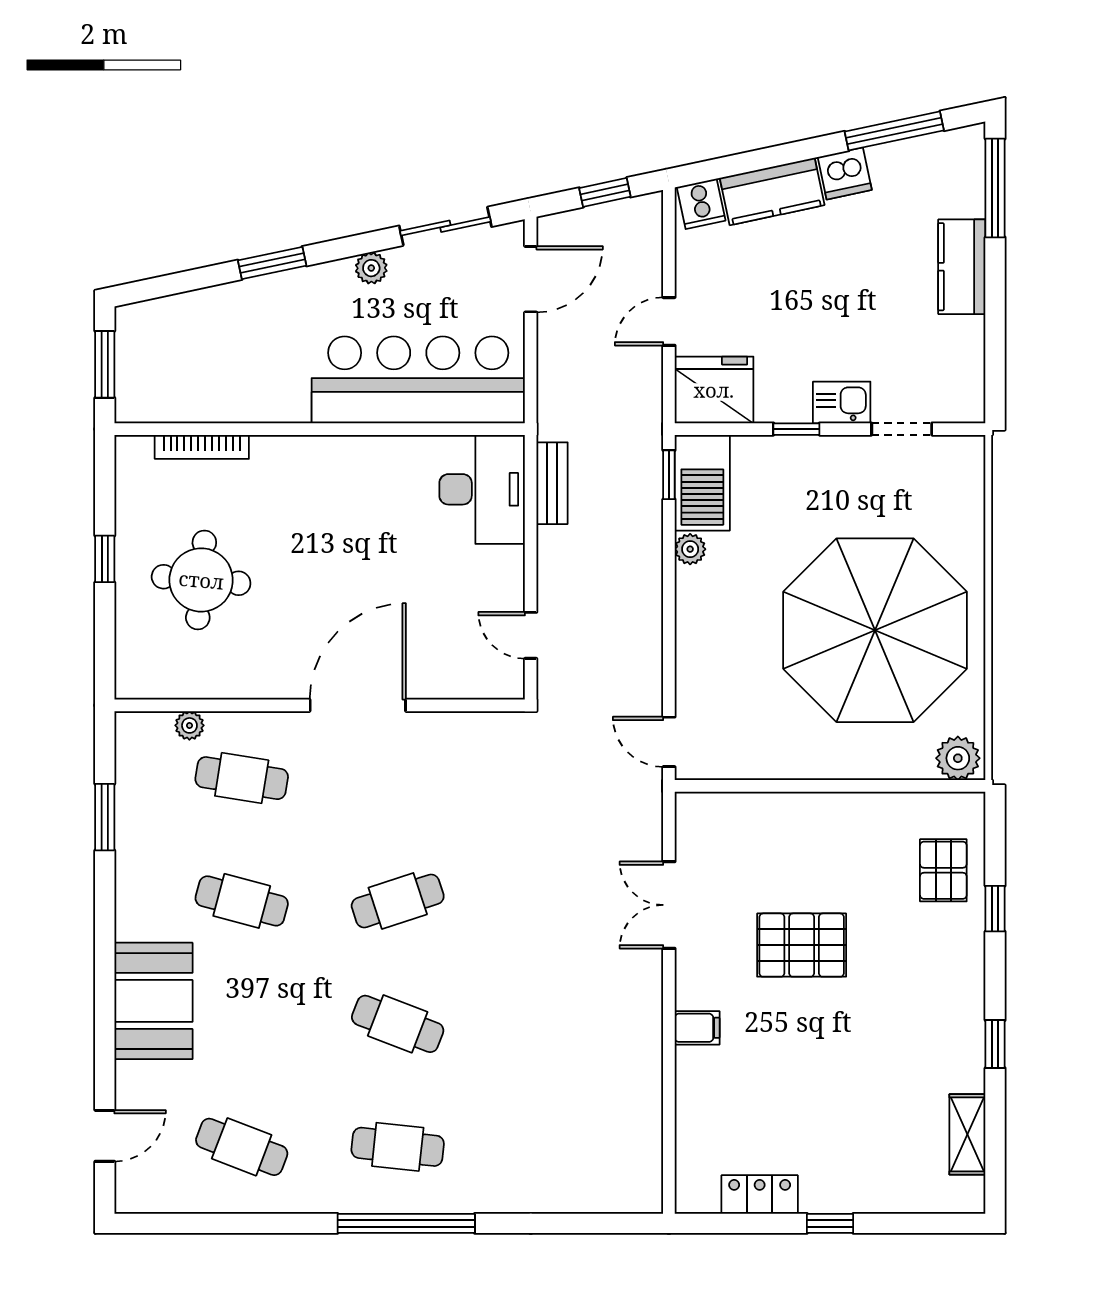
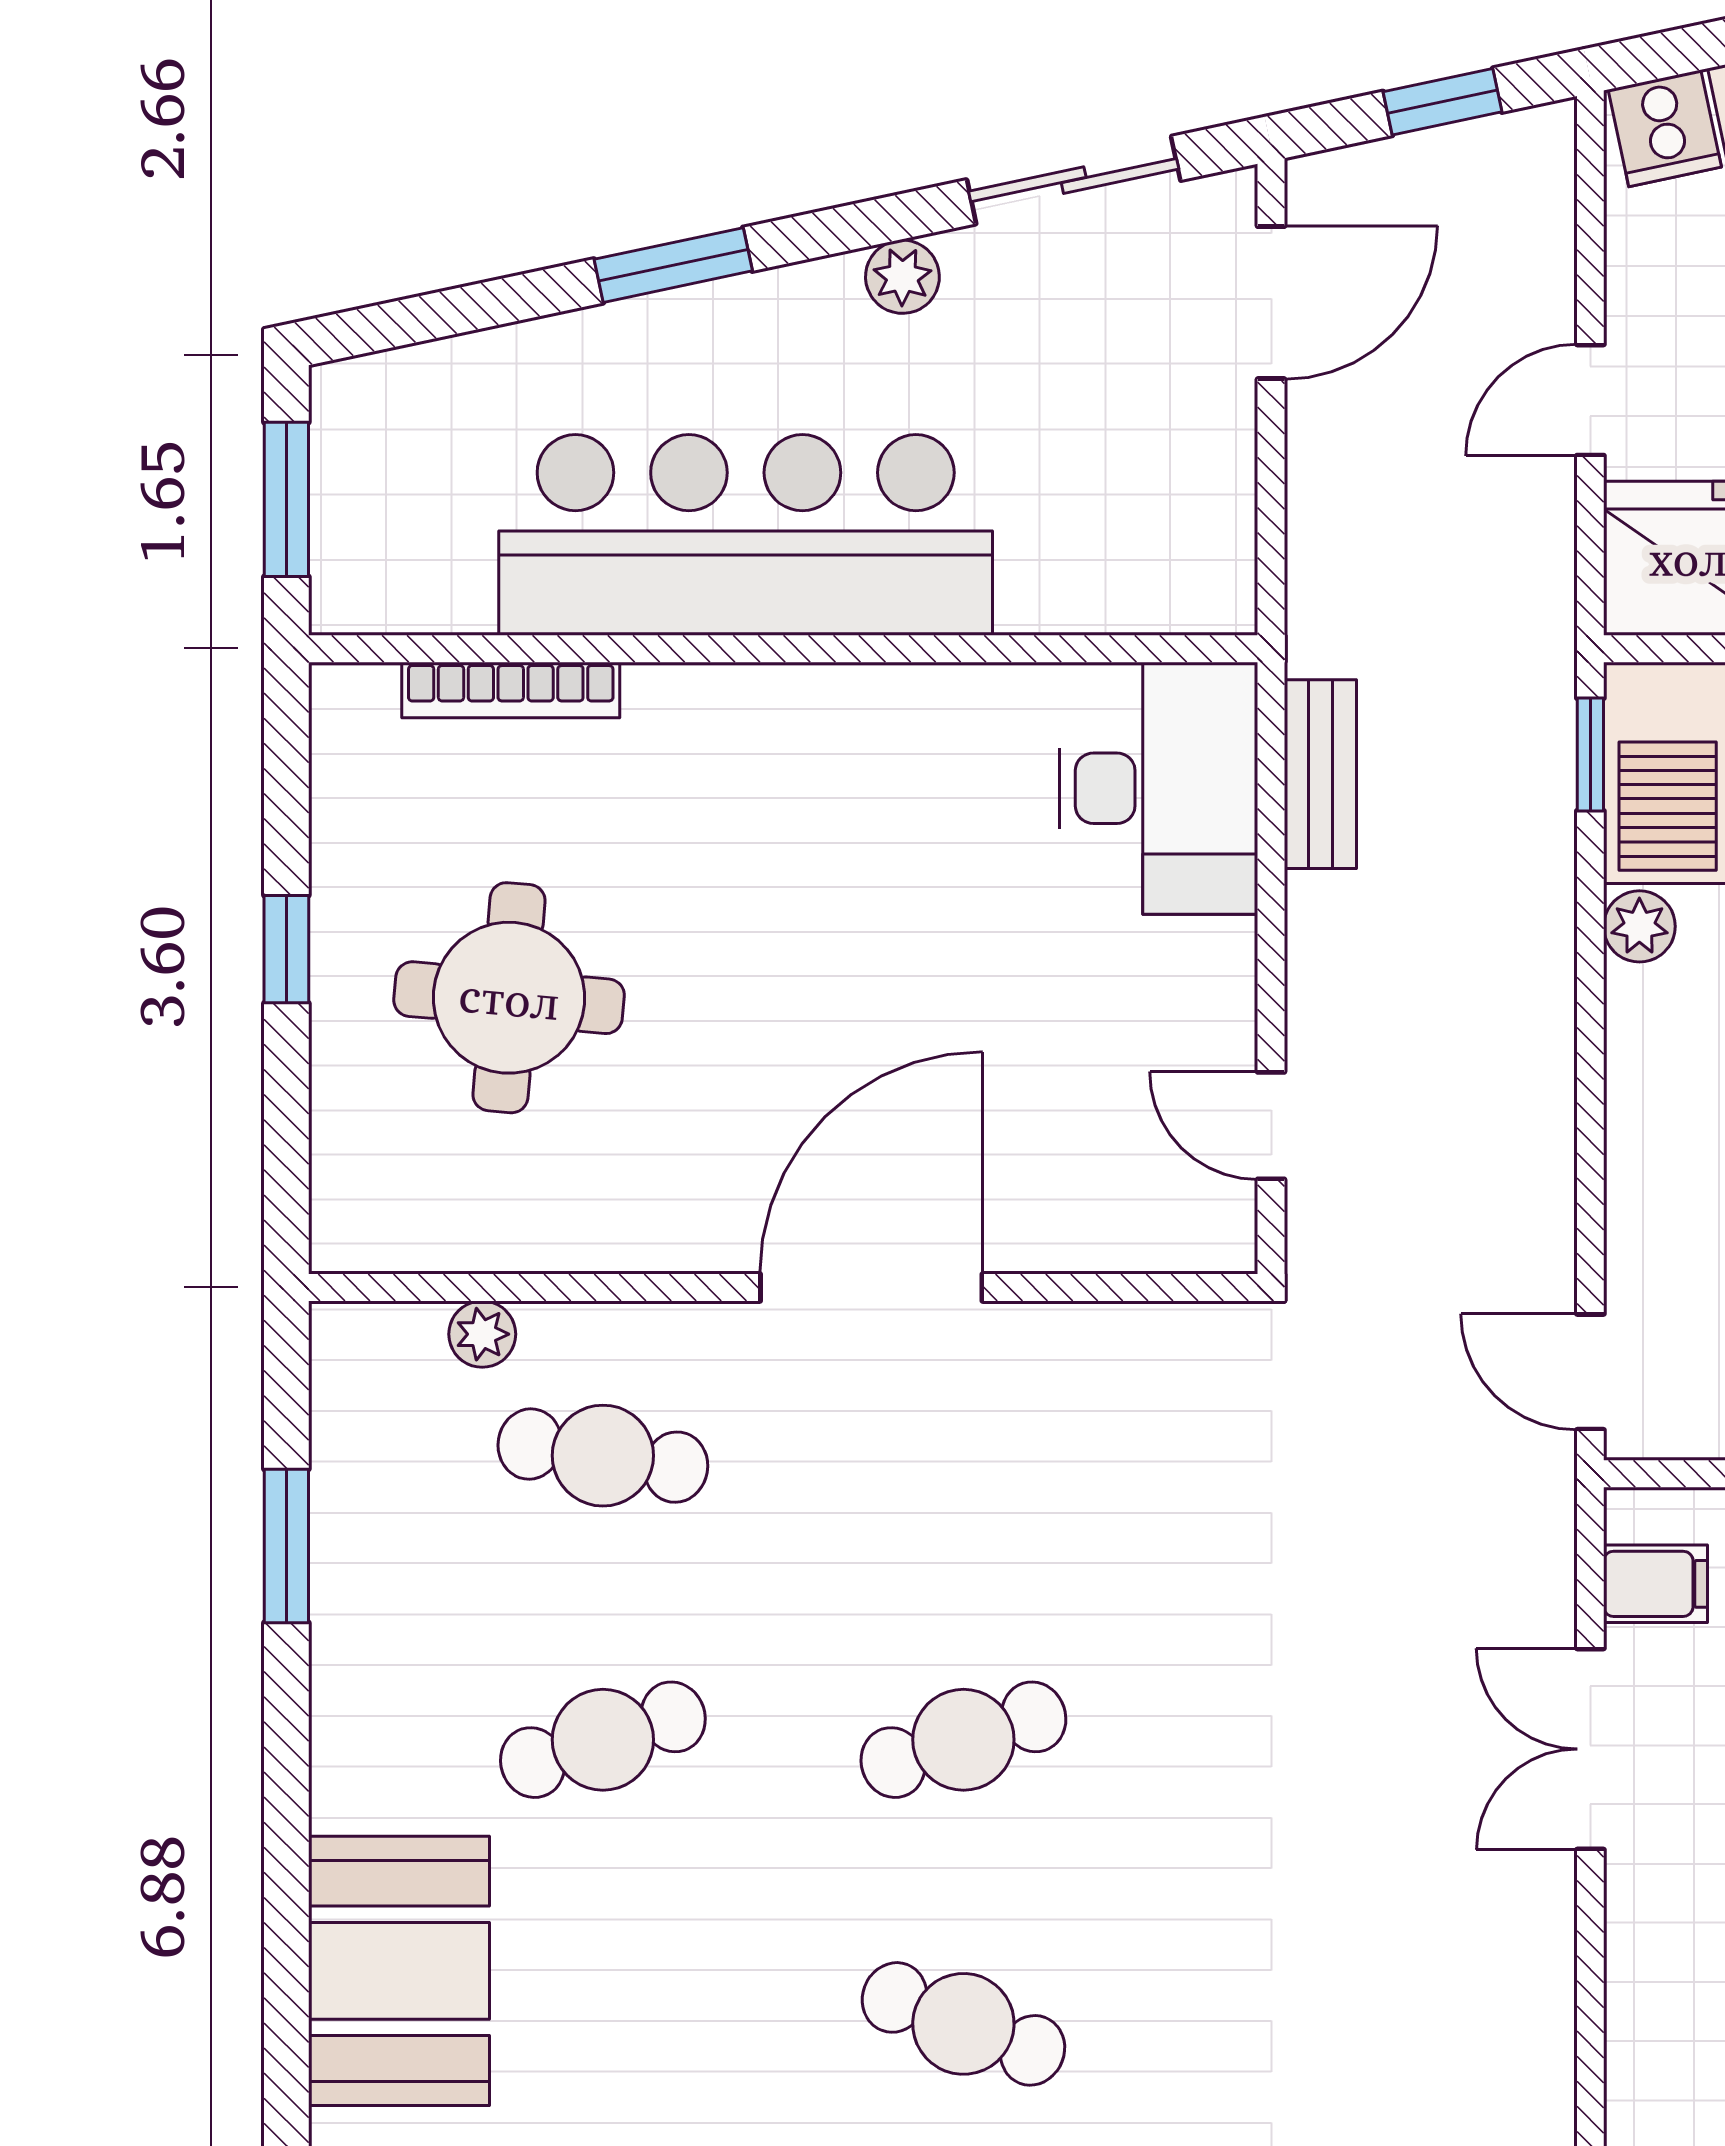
bar counter: (418, 380) -> (746, 535), moved
cafe table: (242, 901) -> (603, 1740), turned -33
filing cabinet: (697, 1028) -> (1656, 1584), moved

